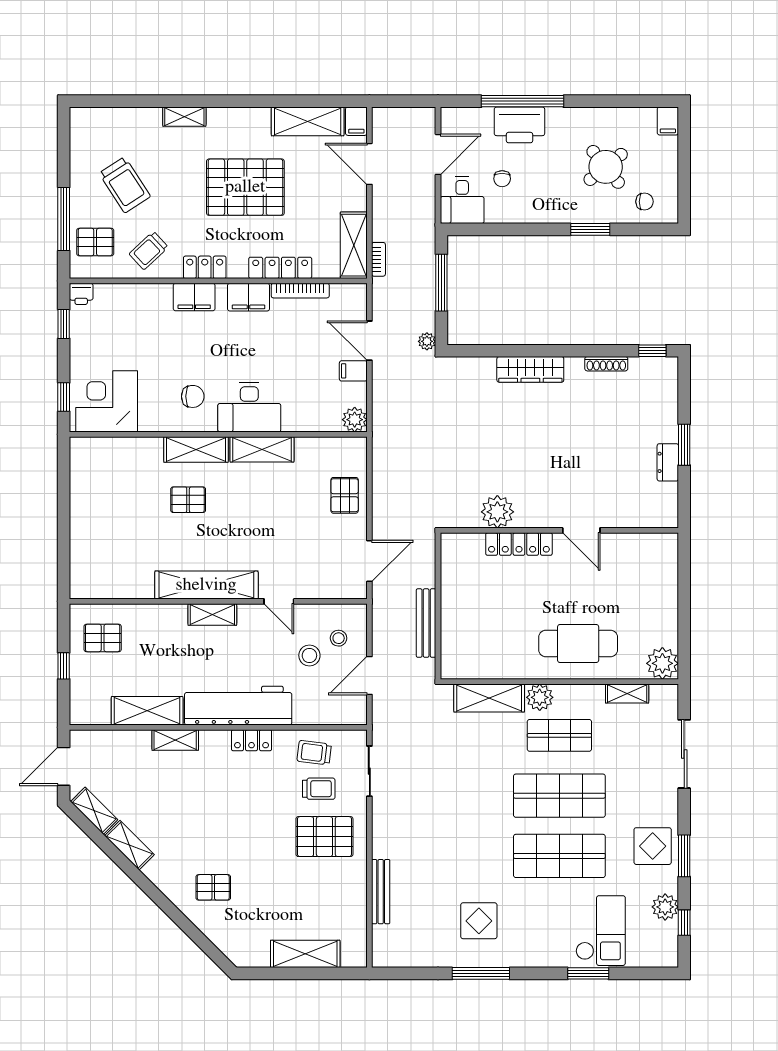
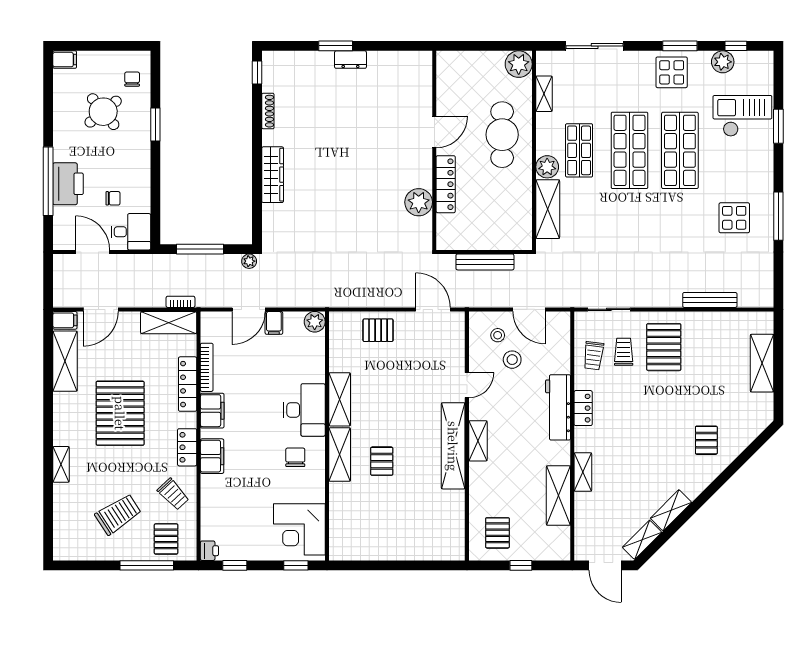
plant: (497, 512) -> (419, 202), moved
wall: (559, 530) -> (434, 150), moved
door: (581, 530) -> (434, 132), moved
locker: (519, 544) -> (446, 184), moved
workbench: (238, 706) -> (558, 407), width x0.73, depth x0.76

